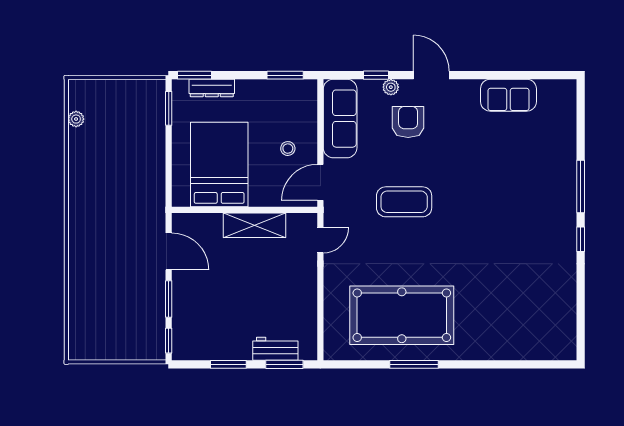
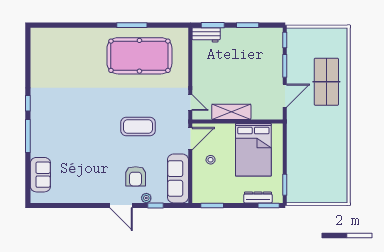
sofa: (508, 95) -> (40, 175), moved, turned 90
plant: (76, 119) -> (343, 178), removed
door: (320, 240) -> (190, 103), swing flipped
door: (169, 251) -> (285, 96), swing flipped
table tennis table: (102, 274) -> (326, 82), added
workbench: (275, 349) -> (206, 35), moved

